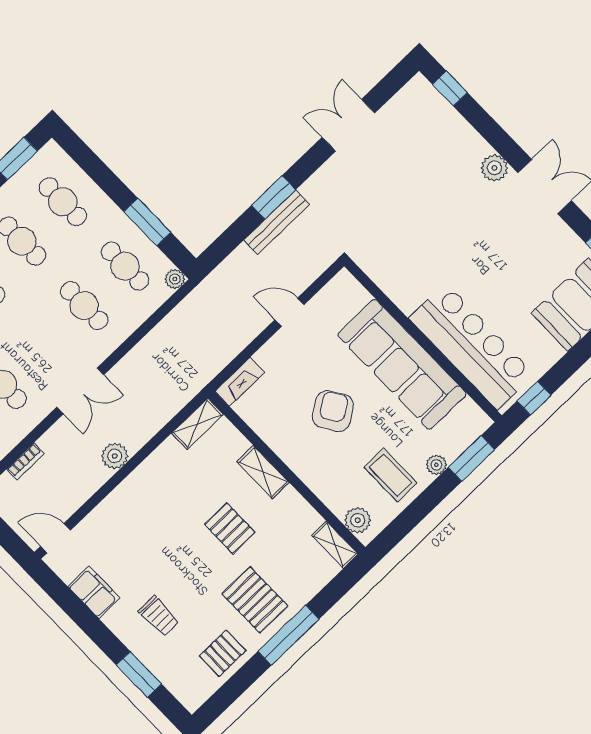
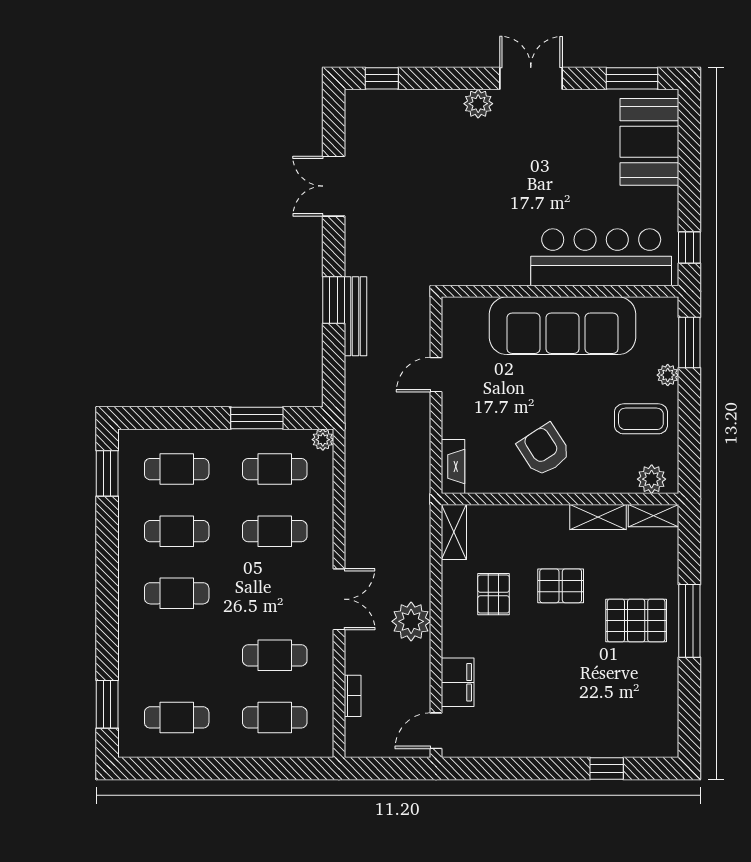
armchair: (333, 411) -> (544, 450), moved
plant: (115, 456) -> (411, 621), width x1.36, depth x1.36
shelving: (263, 472) -> (598, 517), moved
filing cabinet: (94, 592) -> (458, 682), moved, turned 90
trolley: (159, 616) -> (576, 708), removed
pallet: (223, 653) -> (494, 594), moved
window: (139, 674) -> (607, 768), width x0.67

